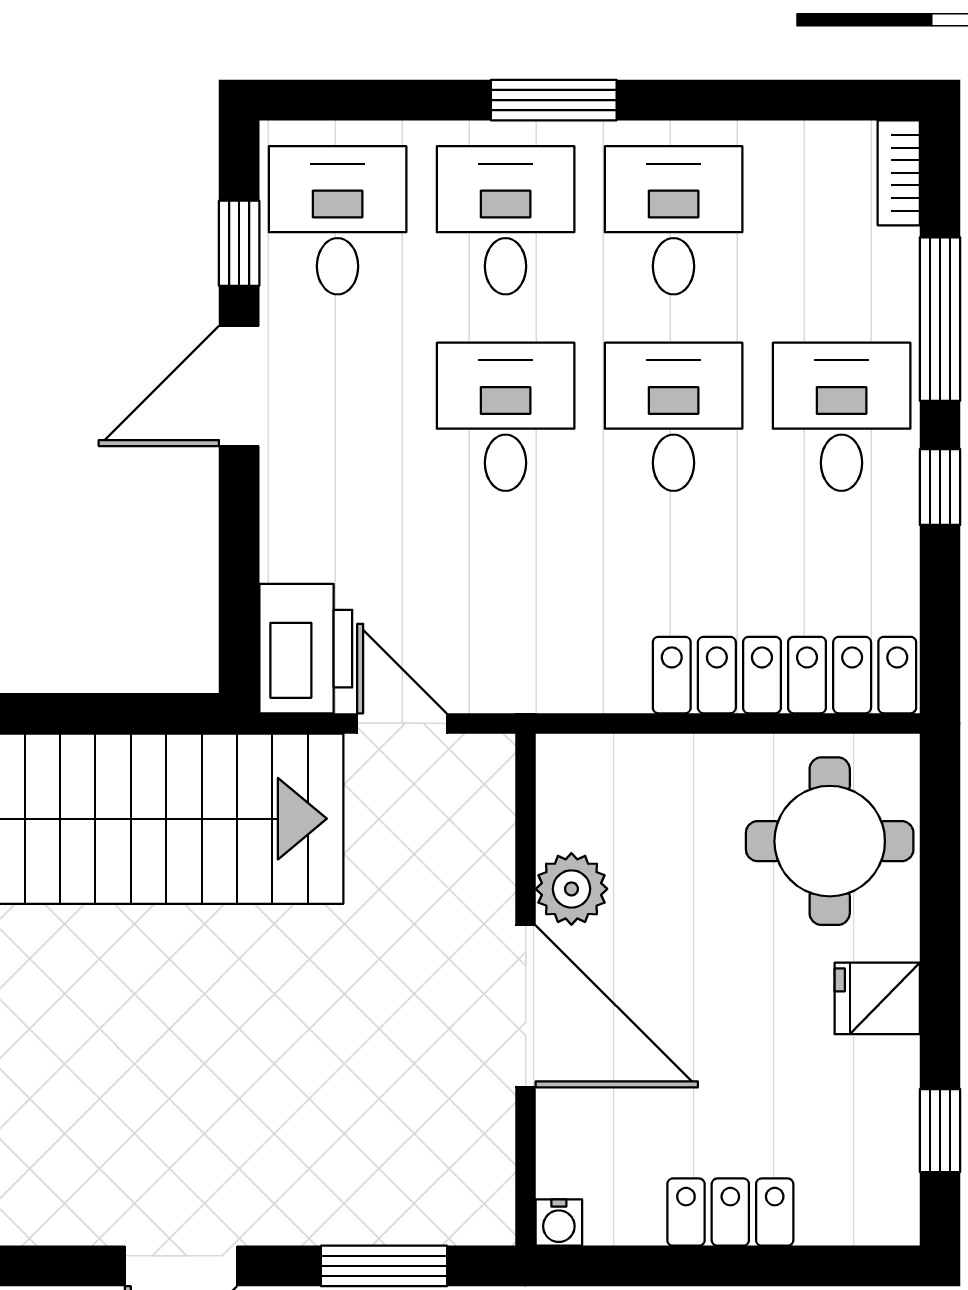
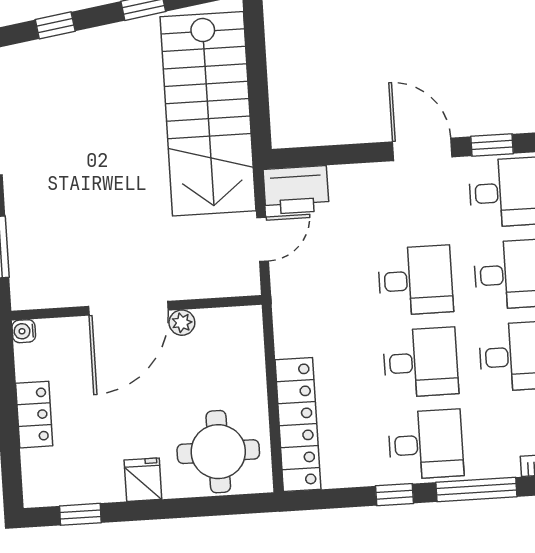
plant: (571, 889) -> (182, 323), width x0.73, depth x0.73

